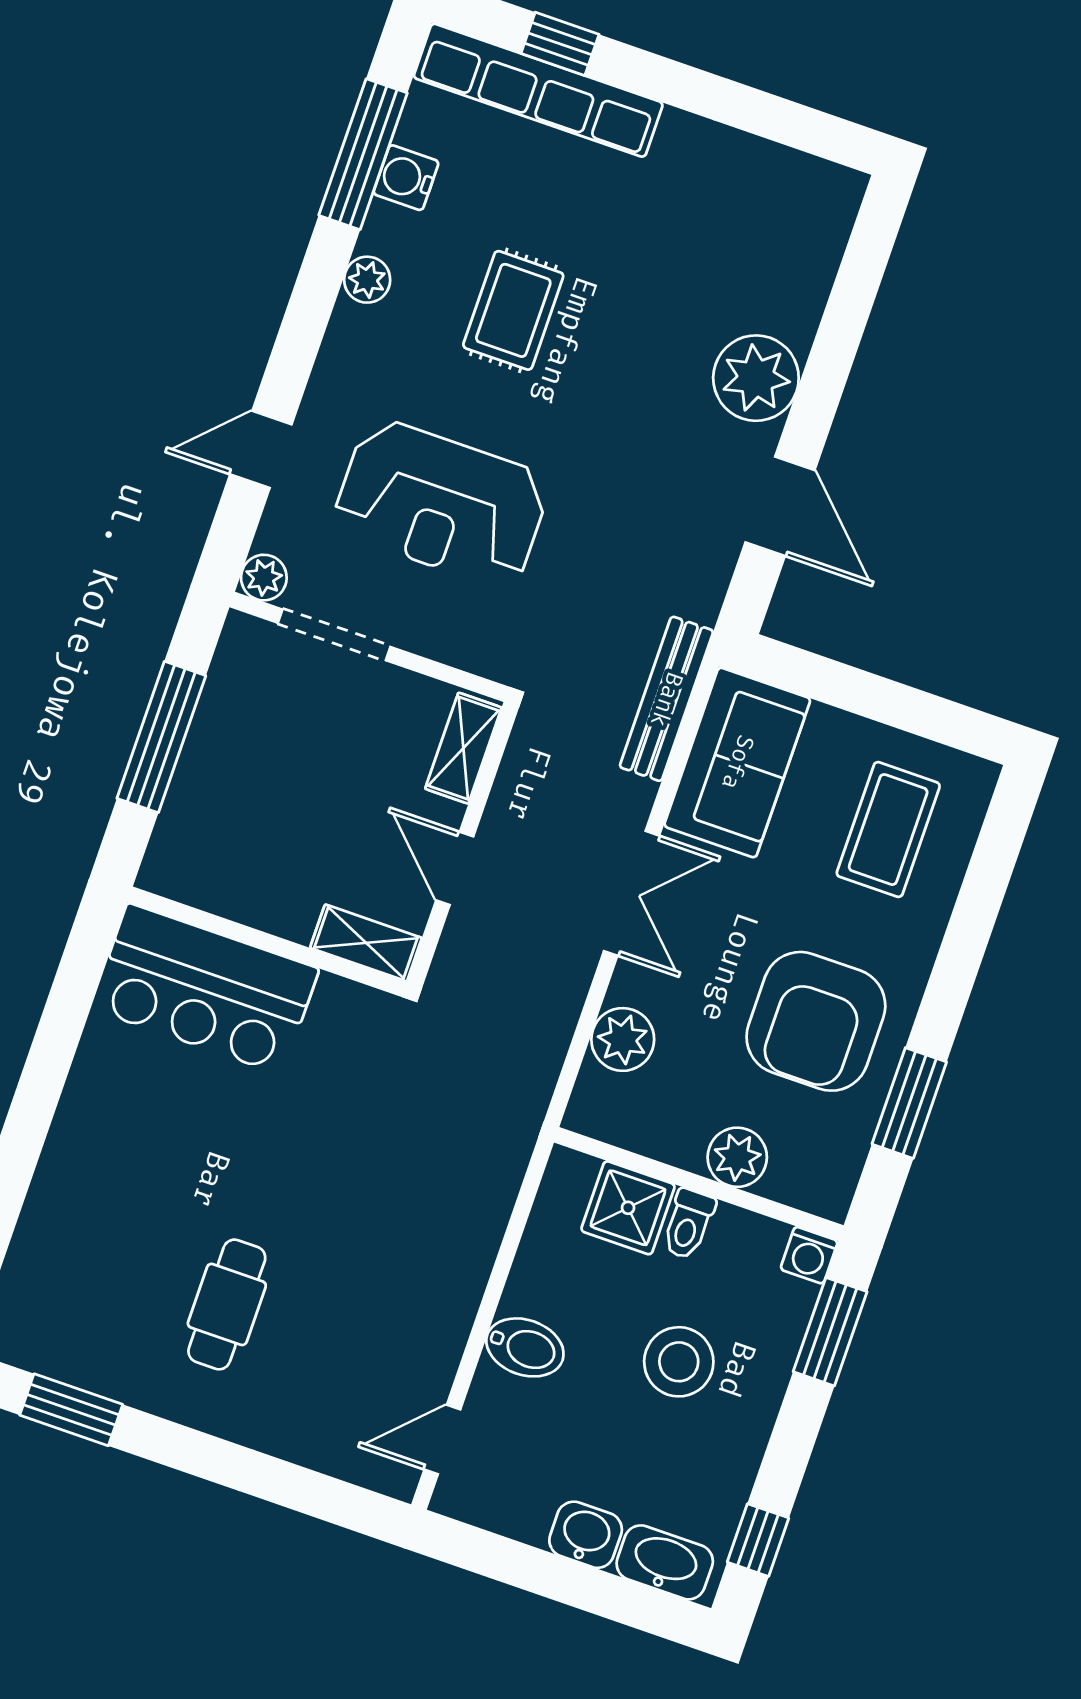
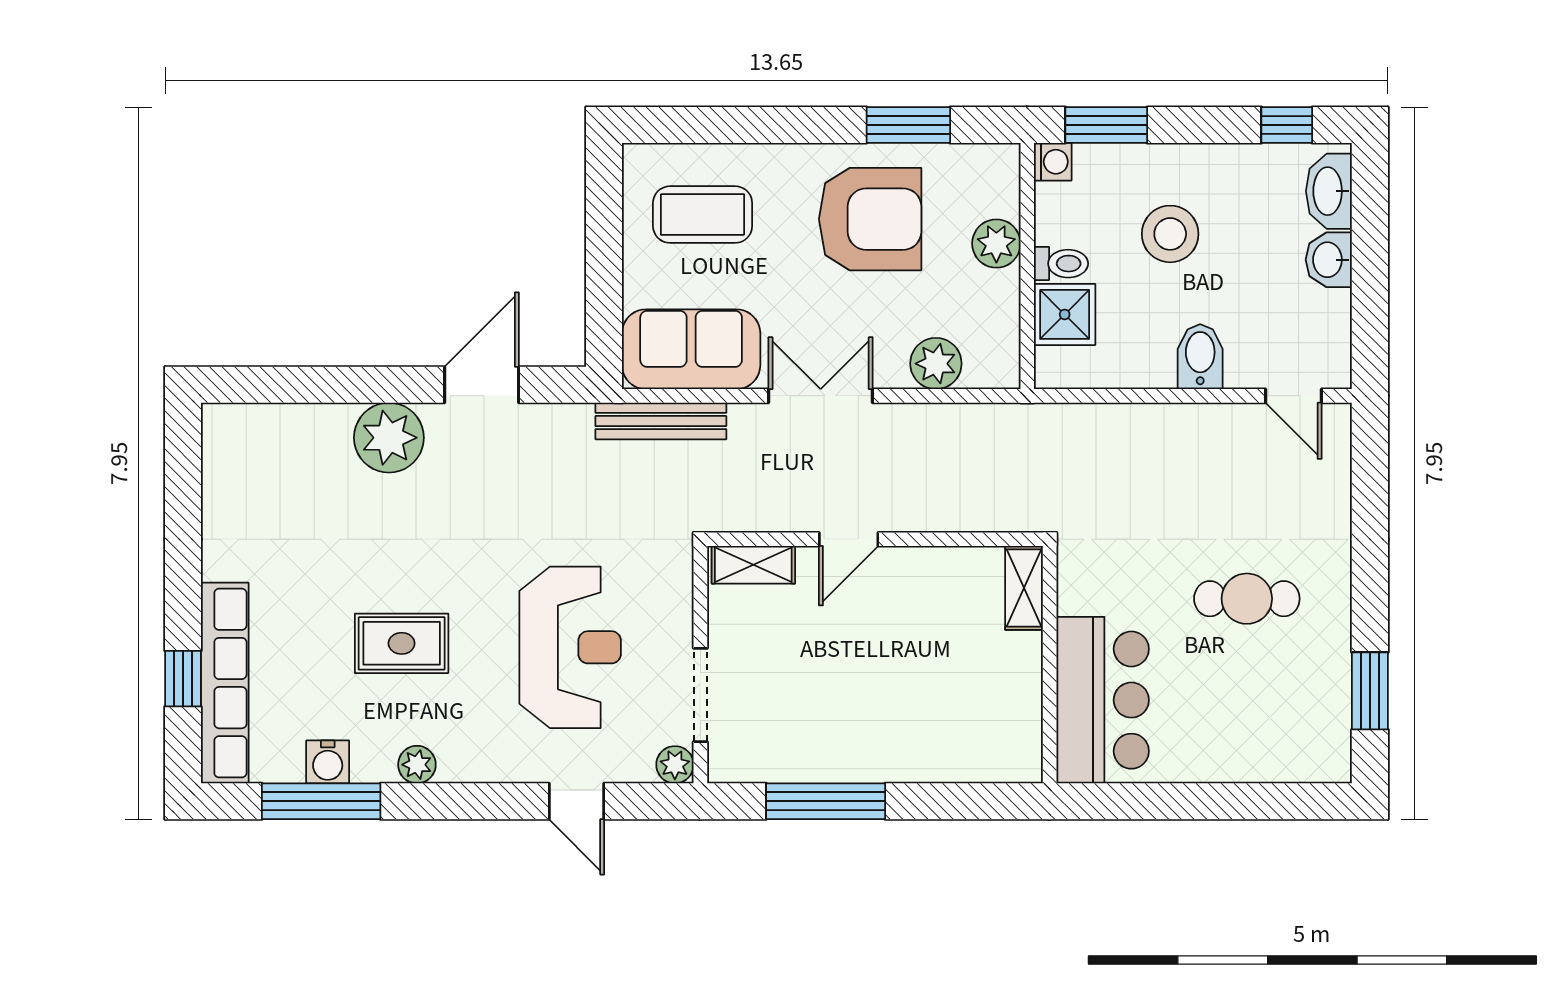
wall: (267, 942) -> (1050, 665), moved
shelving: (366, 943) -> (1024, 588), moved
bar counter: (205, 989) -> (1103, 700), moved

